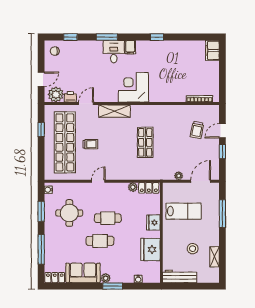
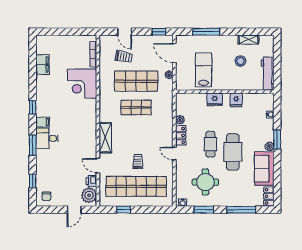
window: (157, 37) -> (33, 107), moved
filing cabinet: (212, 50) -> (42, 65), moved, turned -90
door: (41, 79) -> (74, 210), swing flipped
corner desk: (133, 87) -> (82, 84), moved
shop shelf: (172, 142) -> (136, 81), added
window: (222, 152) -> (159, 32), moved
locker: (149, 188) -> (181, 135), moved
cafe table: (100, 241) -> (233, 152), width x1.37, depth x1.35
fridge: (150, 250) -> (236, 100), width x0.53, depth x0.75

